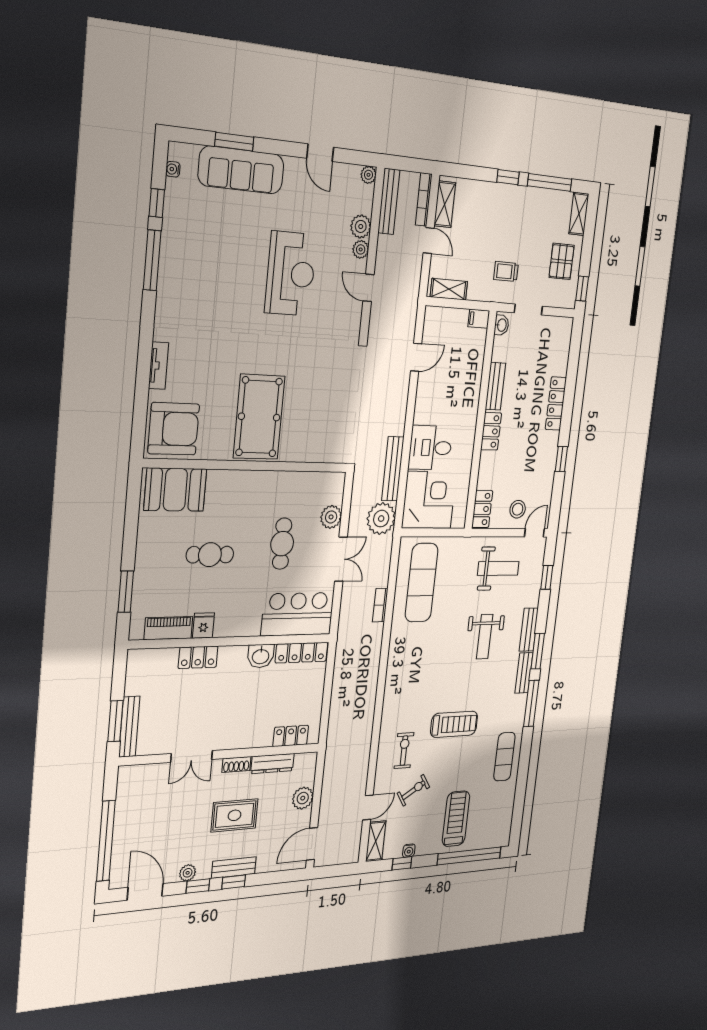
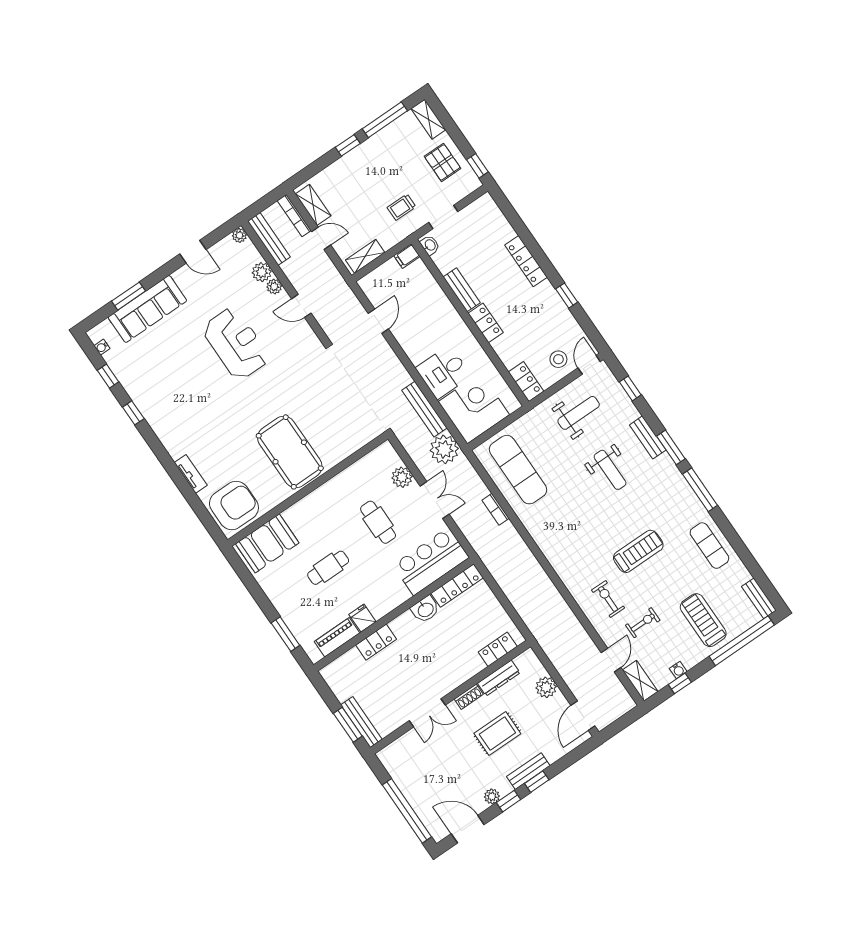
window: (152, 260) -> (133, 413), width x0.46
bench: (524, 673) -> (759, 598), moved
exercise bike: (413, 790) -> (643, 623), turned 32

